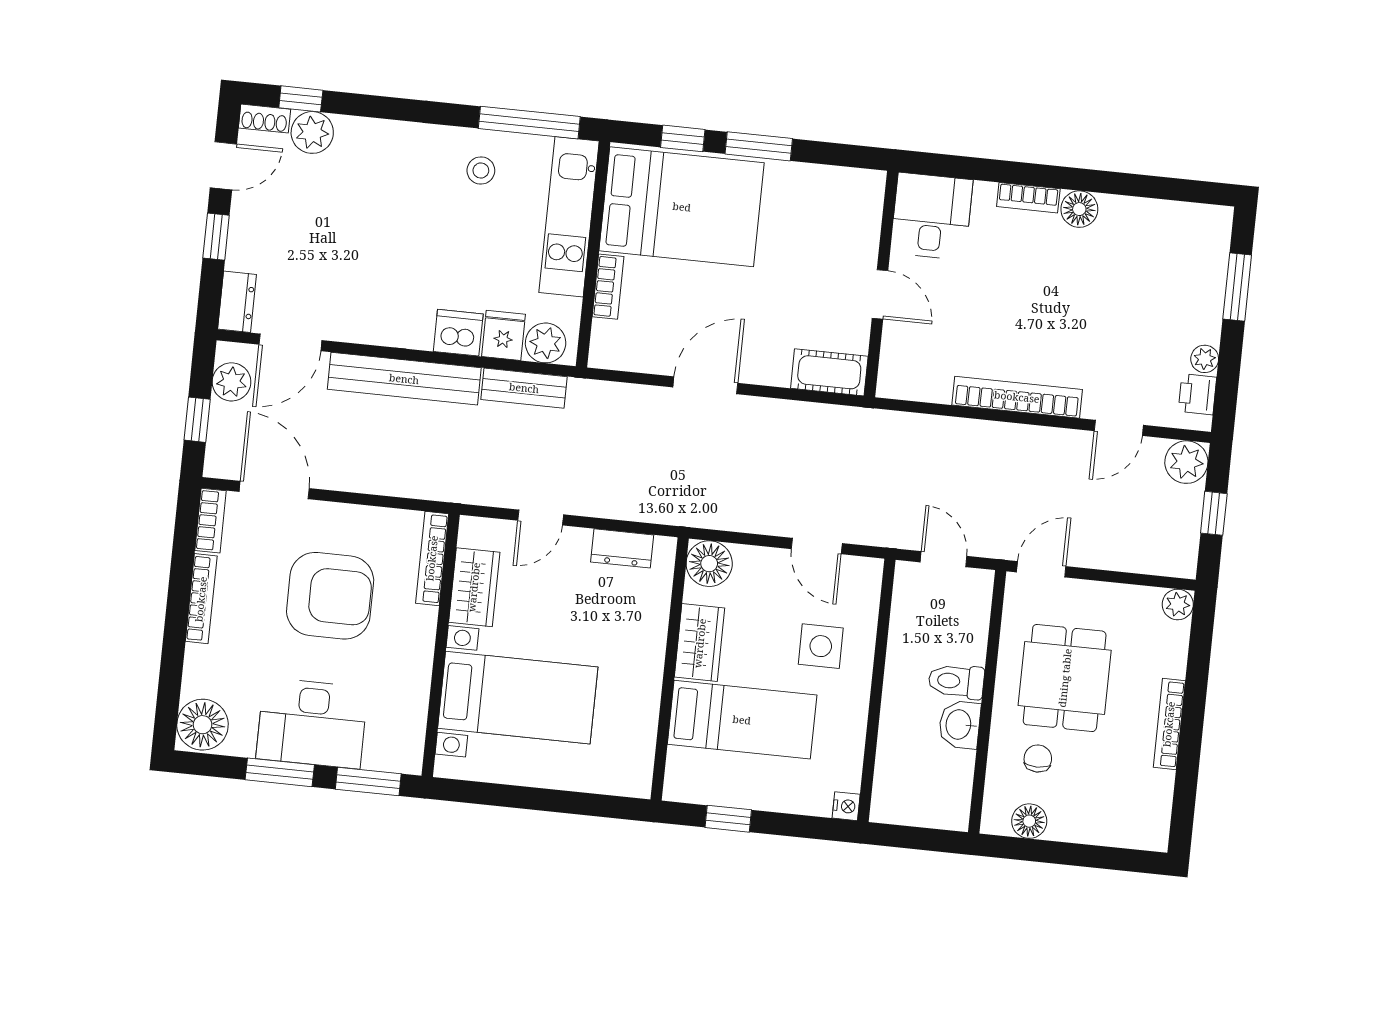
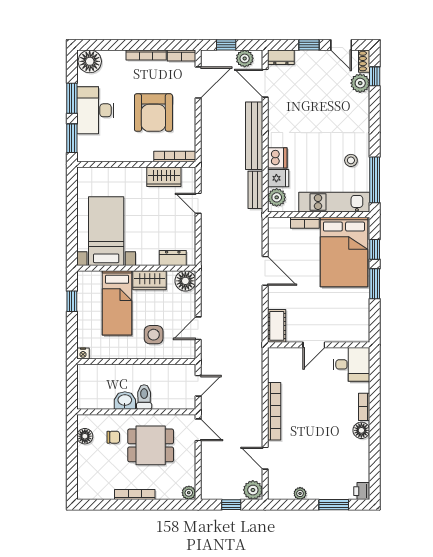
printer: (1197, 394) -> (362, 491), moved, turned -90
dresser: (622, 548) -> (173, 258), moved, turned 90
bed with nightstands: (518, 698) -> (106, 231), moved, turned 180

